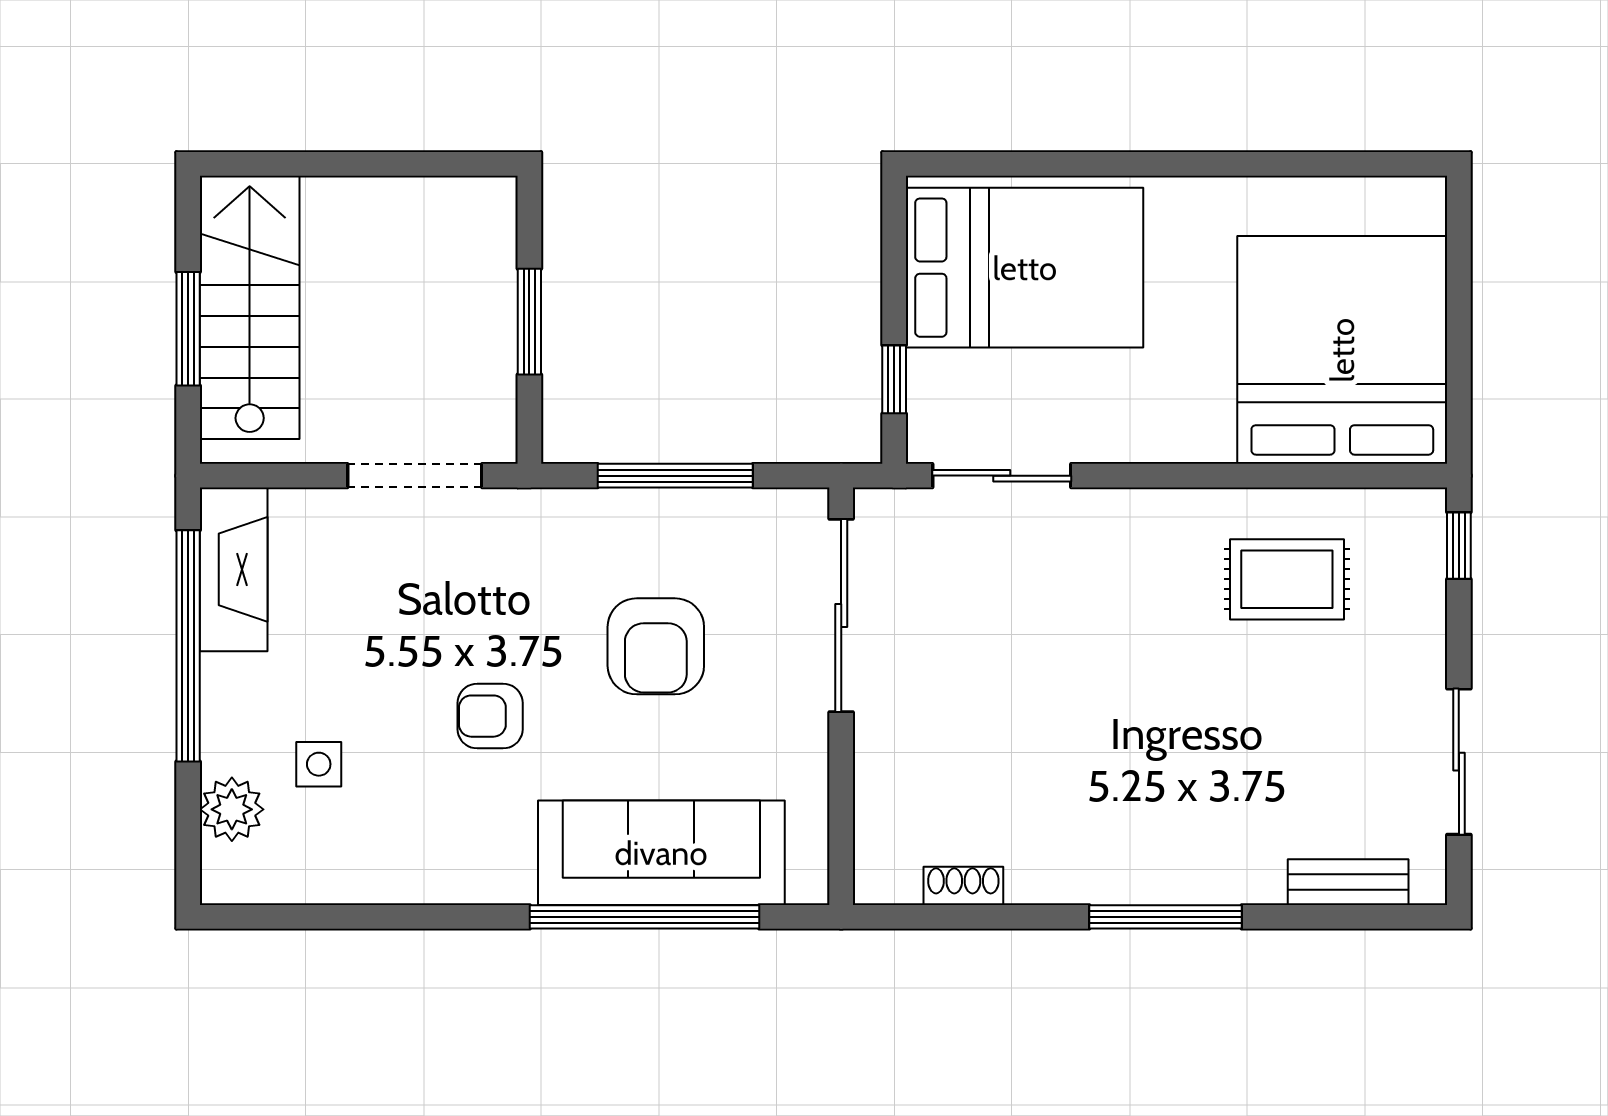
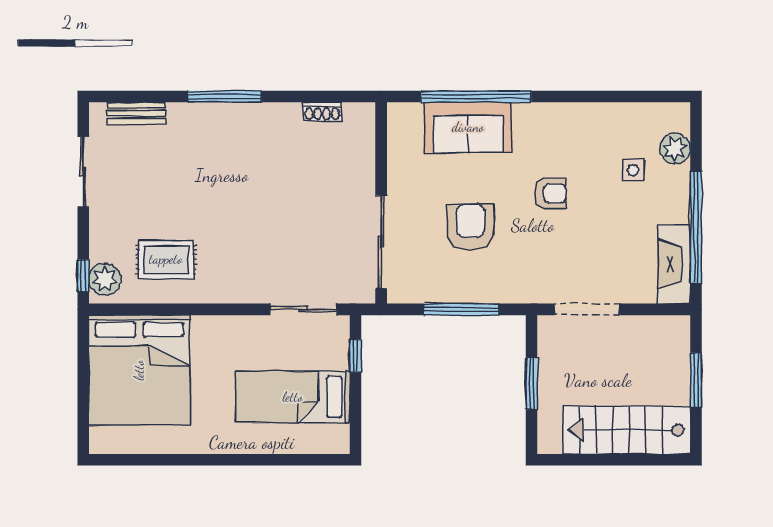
bed: (1025, 268) -> (293, 397), width x0.67
stairs: (250, 307) -> (627, 430), moved, turned 90
plant: (1414, 538) -> (105, 279), added
sofa: (661, 853) -> (468, 127), width x0.73

